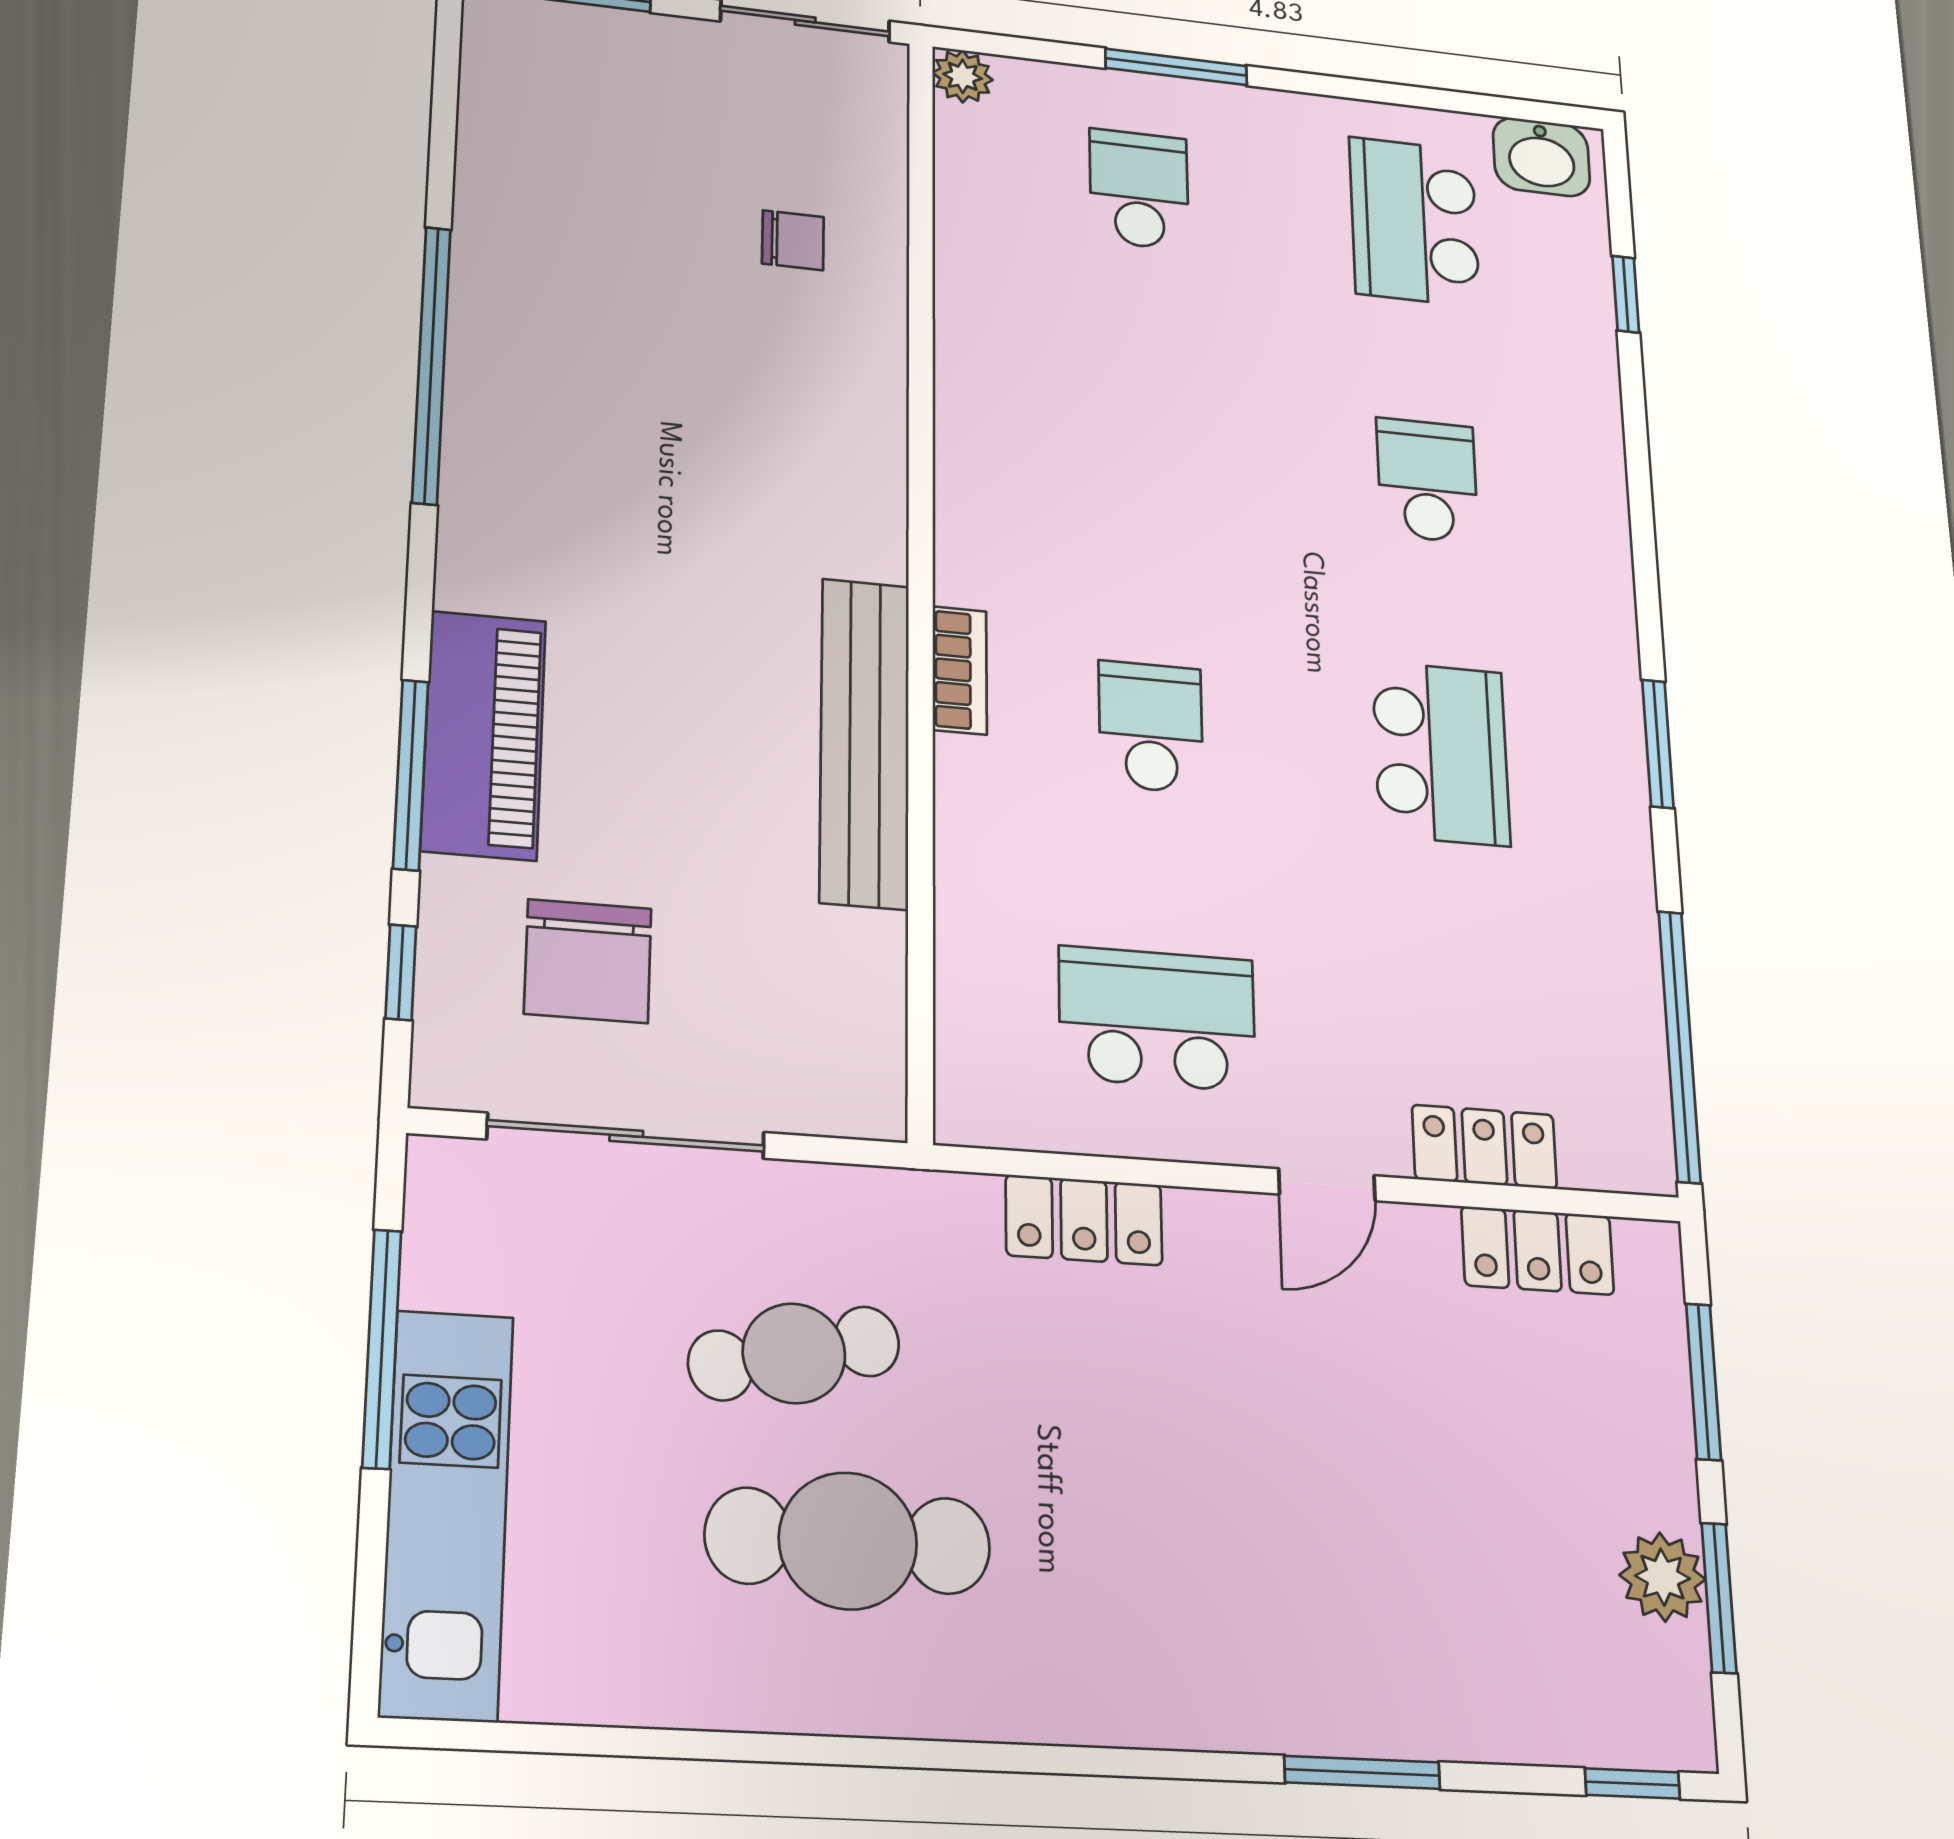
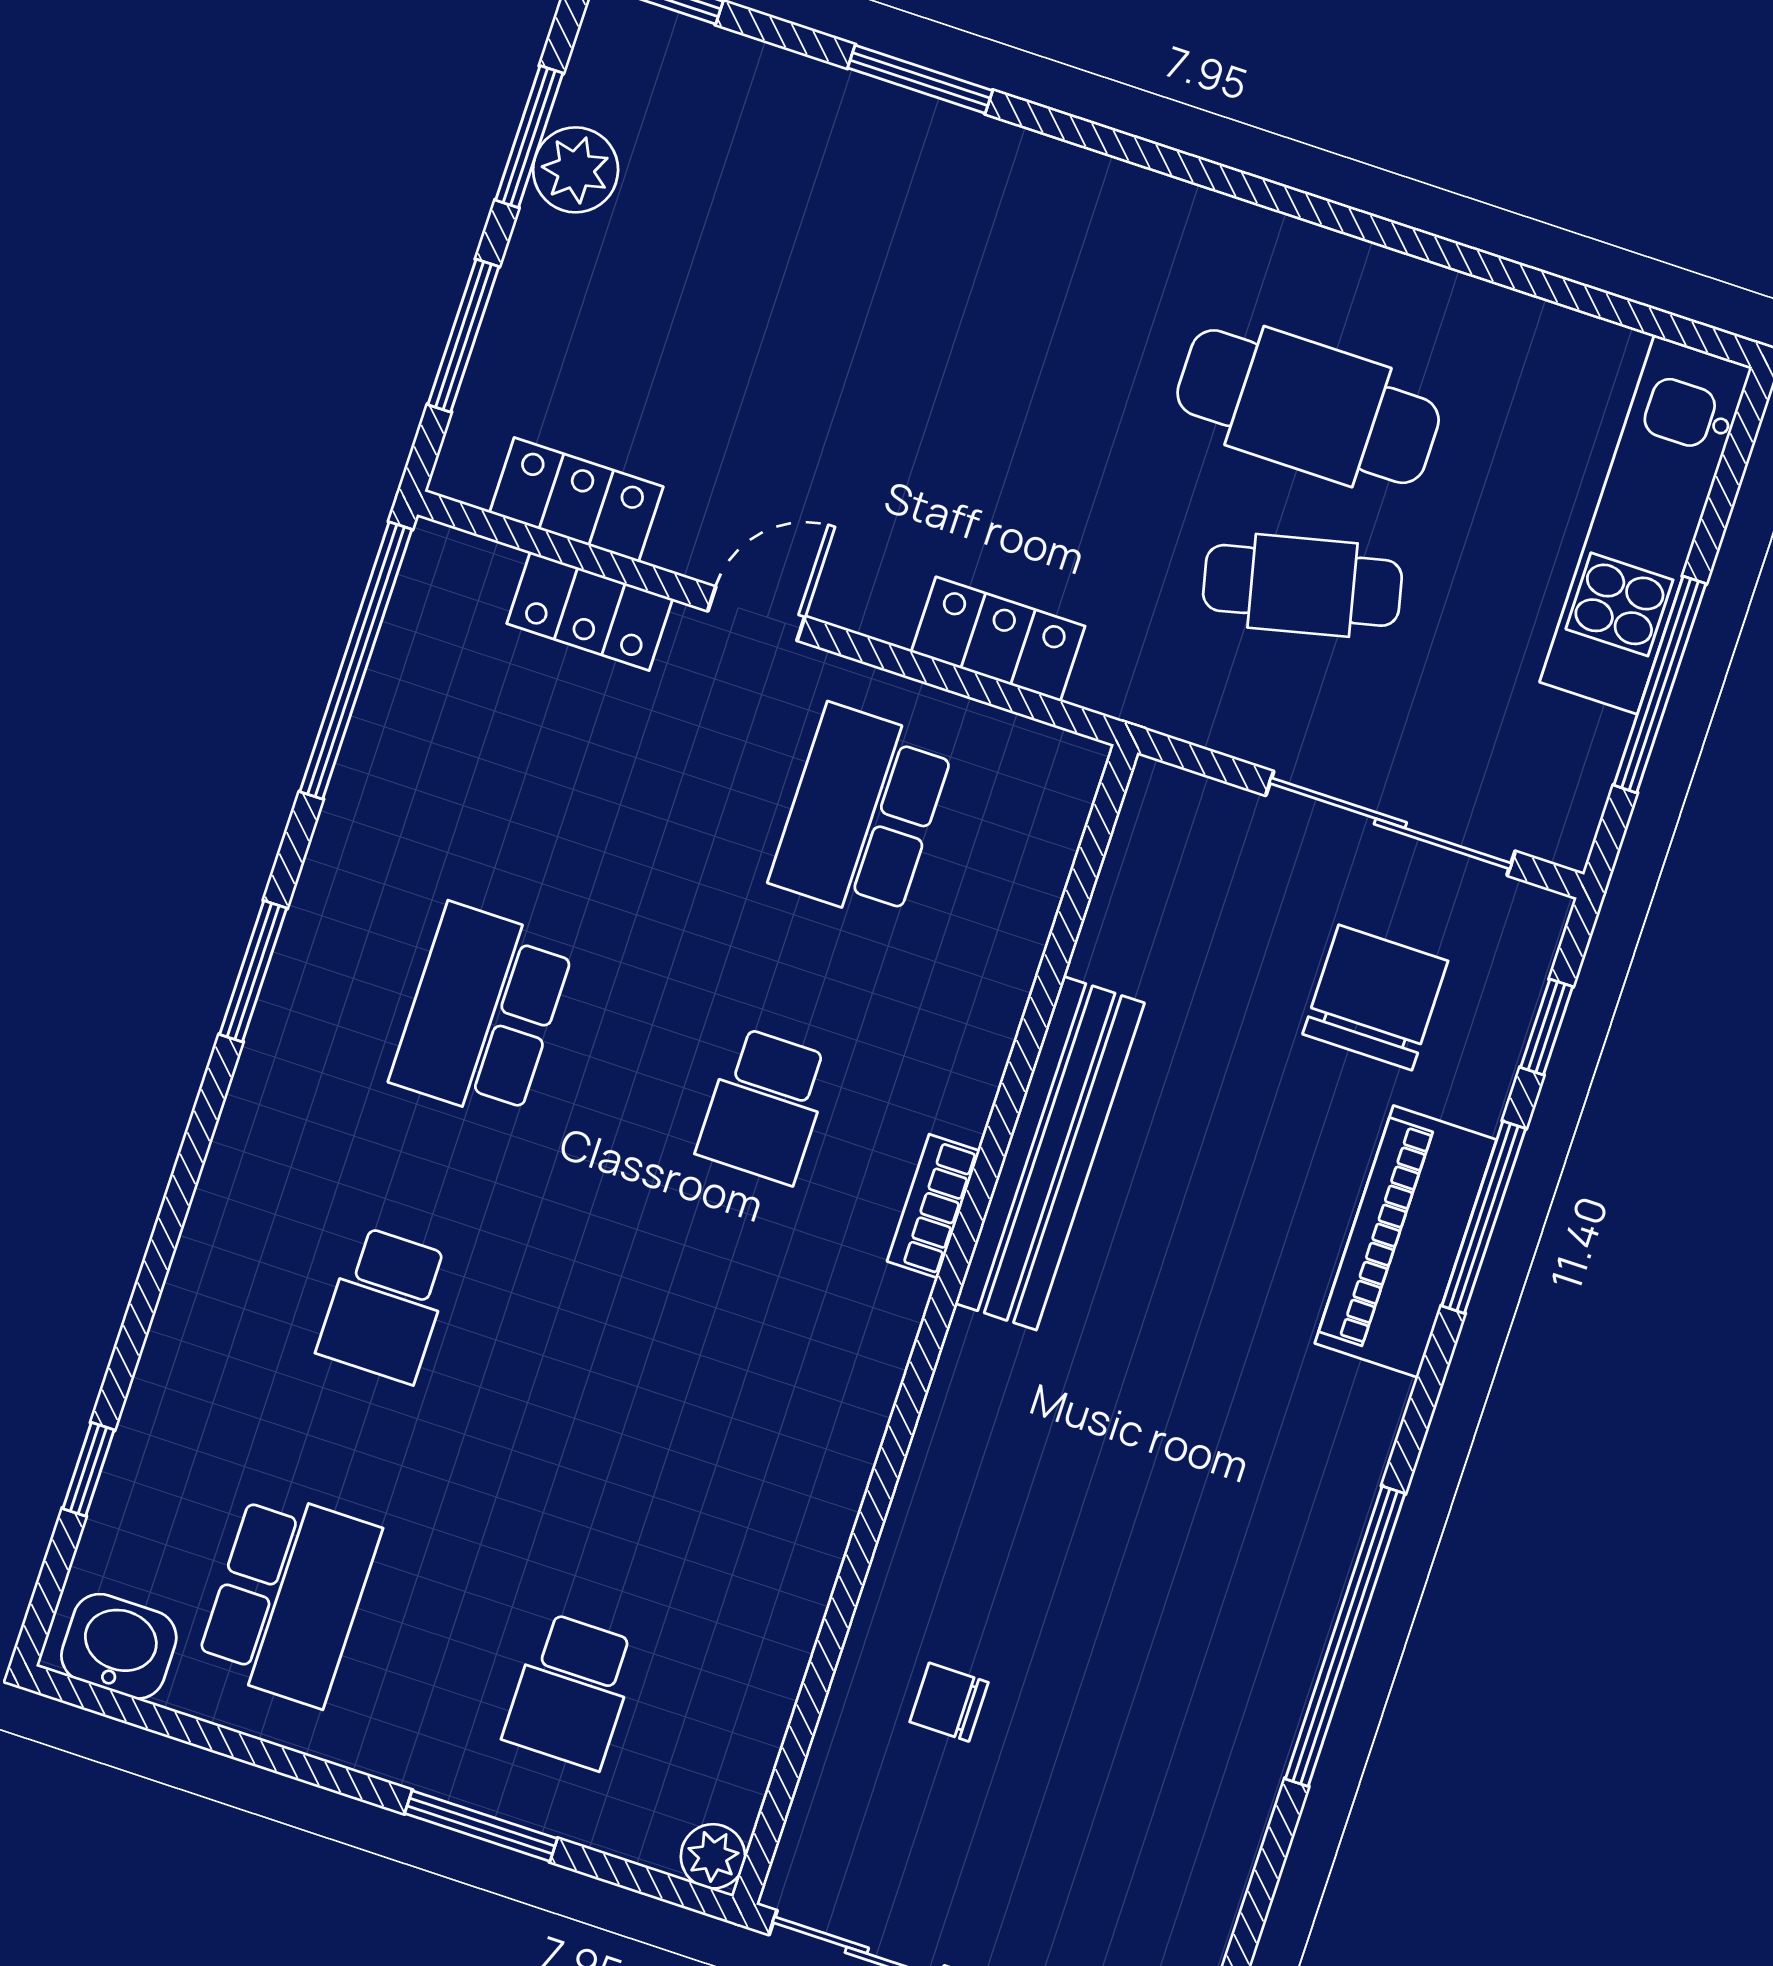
school desk: (1157, 1019) -> (862, 813), turned 90

